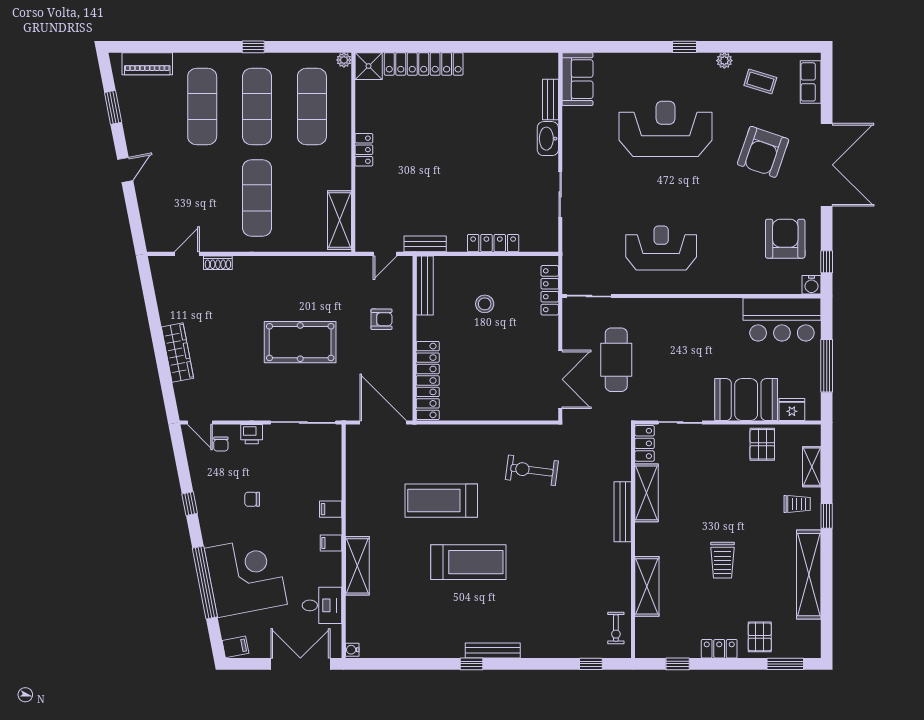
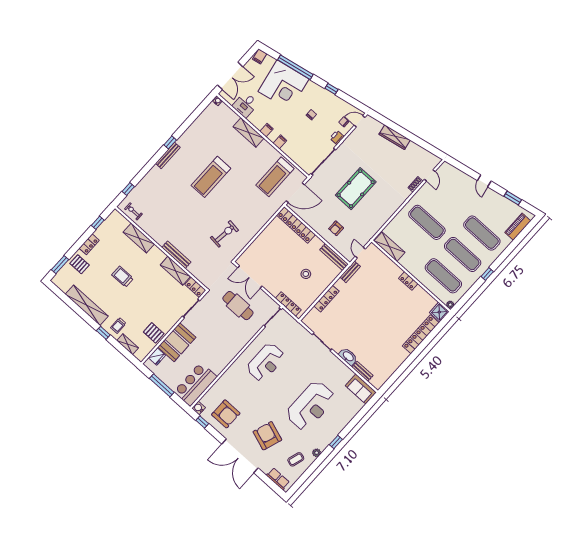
treadmill: (441, 501) -> (275, 177), moved, turned 180

